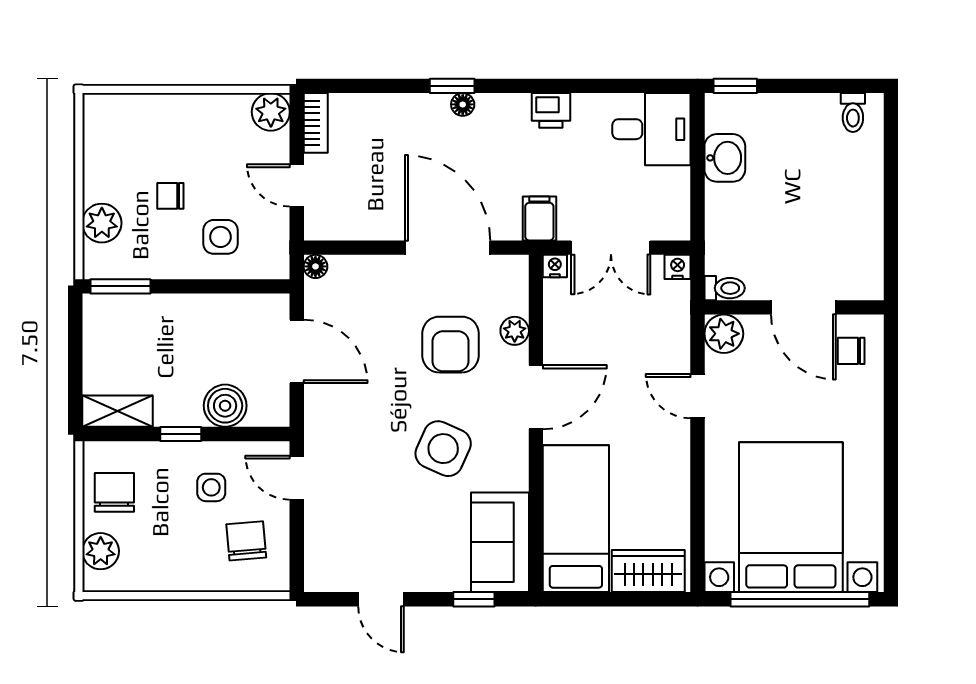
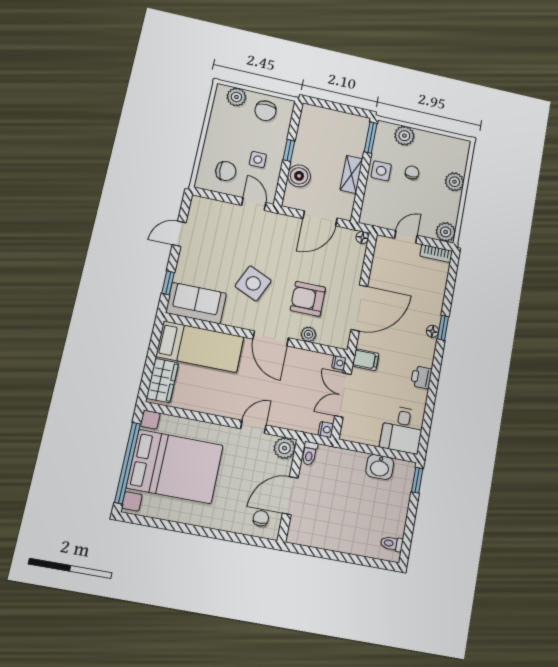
plant: (170, 112) -> (454, 182), added
side table: (220, 237) -> (381, 171), moved
shelving: (117, 411) -> (351, 174), moved
door: (297, 478) -> (254, 204), hinge flipped
chair: (114, 492) -> (265, 111), turned 90

